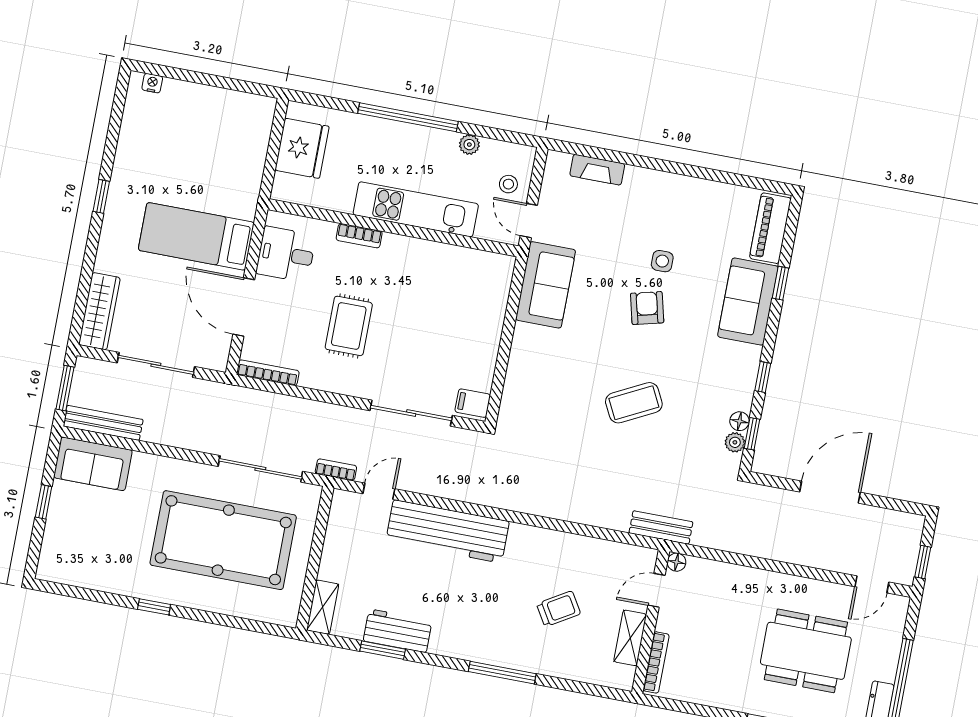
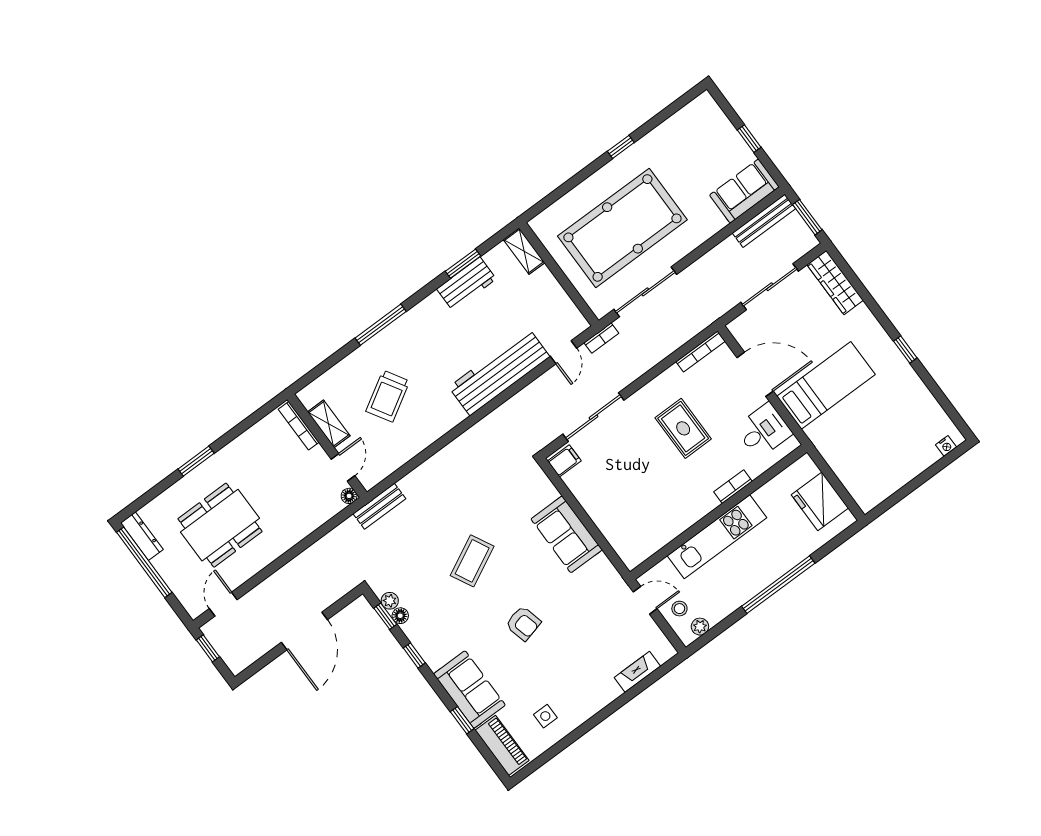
plant: (469, 145) -> (700, 627), moved
side table: (662, 261) -> (545, 716), moved
sofa: (546, 285) -> (567, 534), moved
trolley: (559, 609) -> (388, 396), width x1.36, depth x1.39

